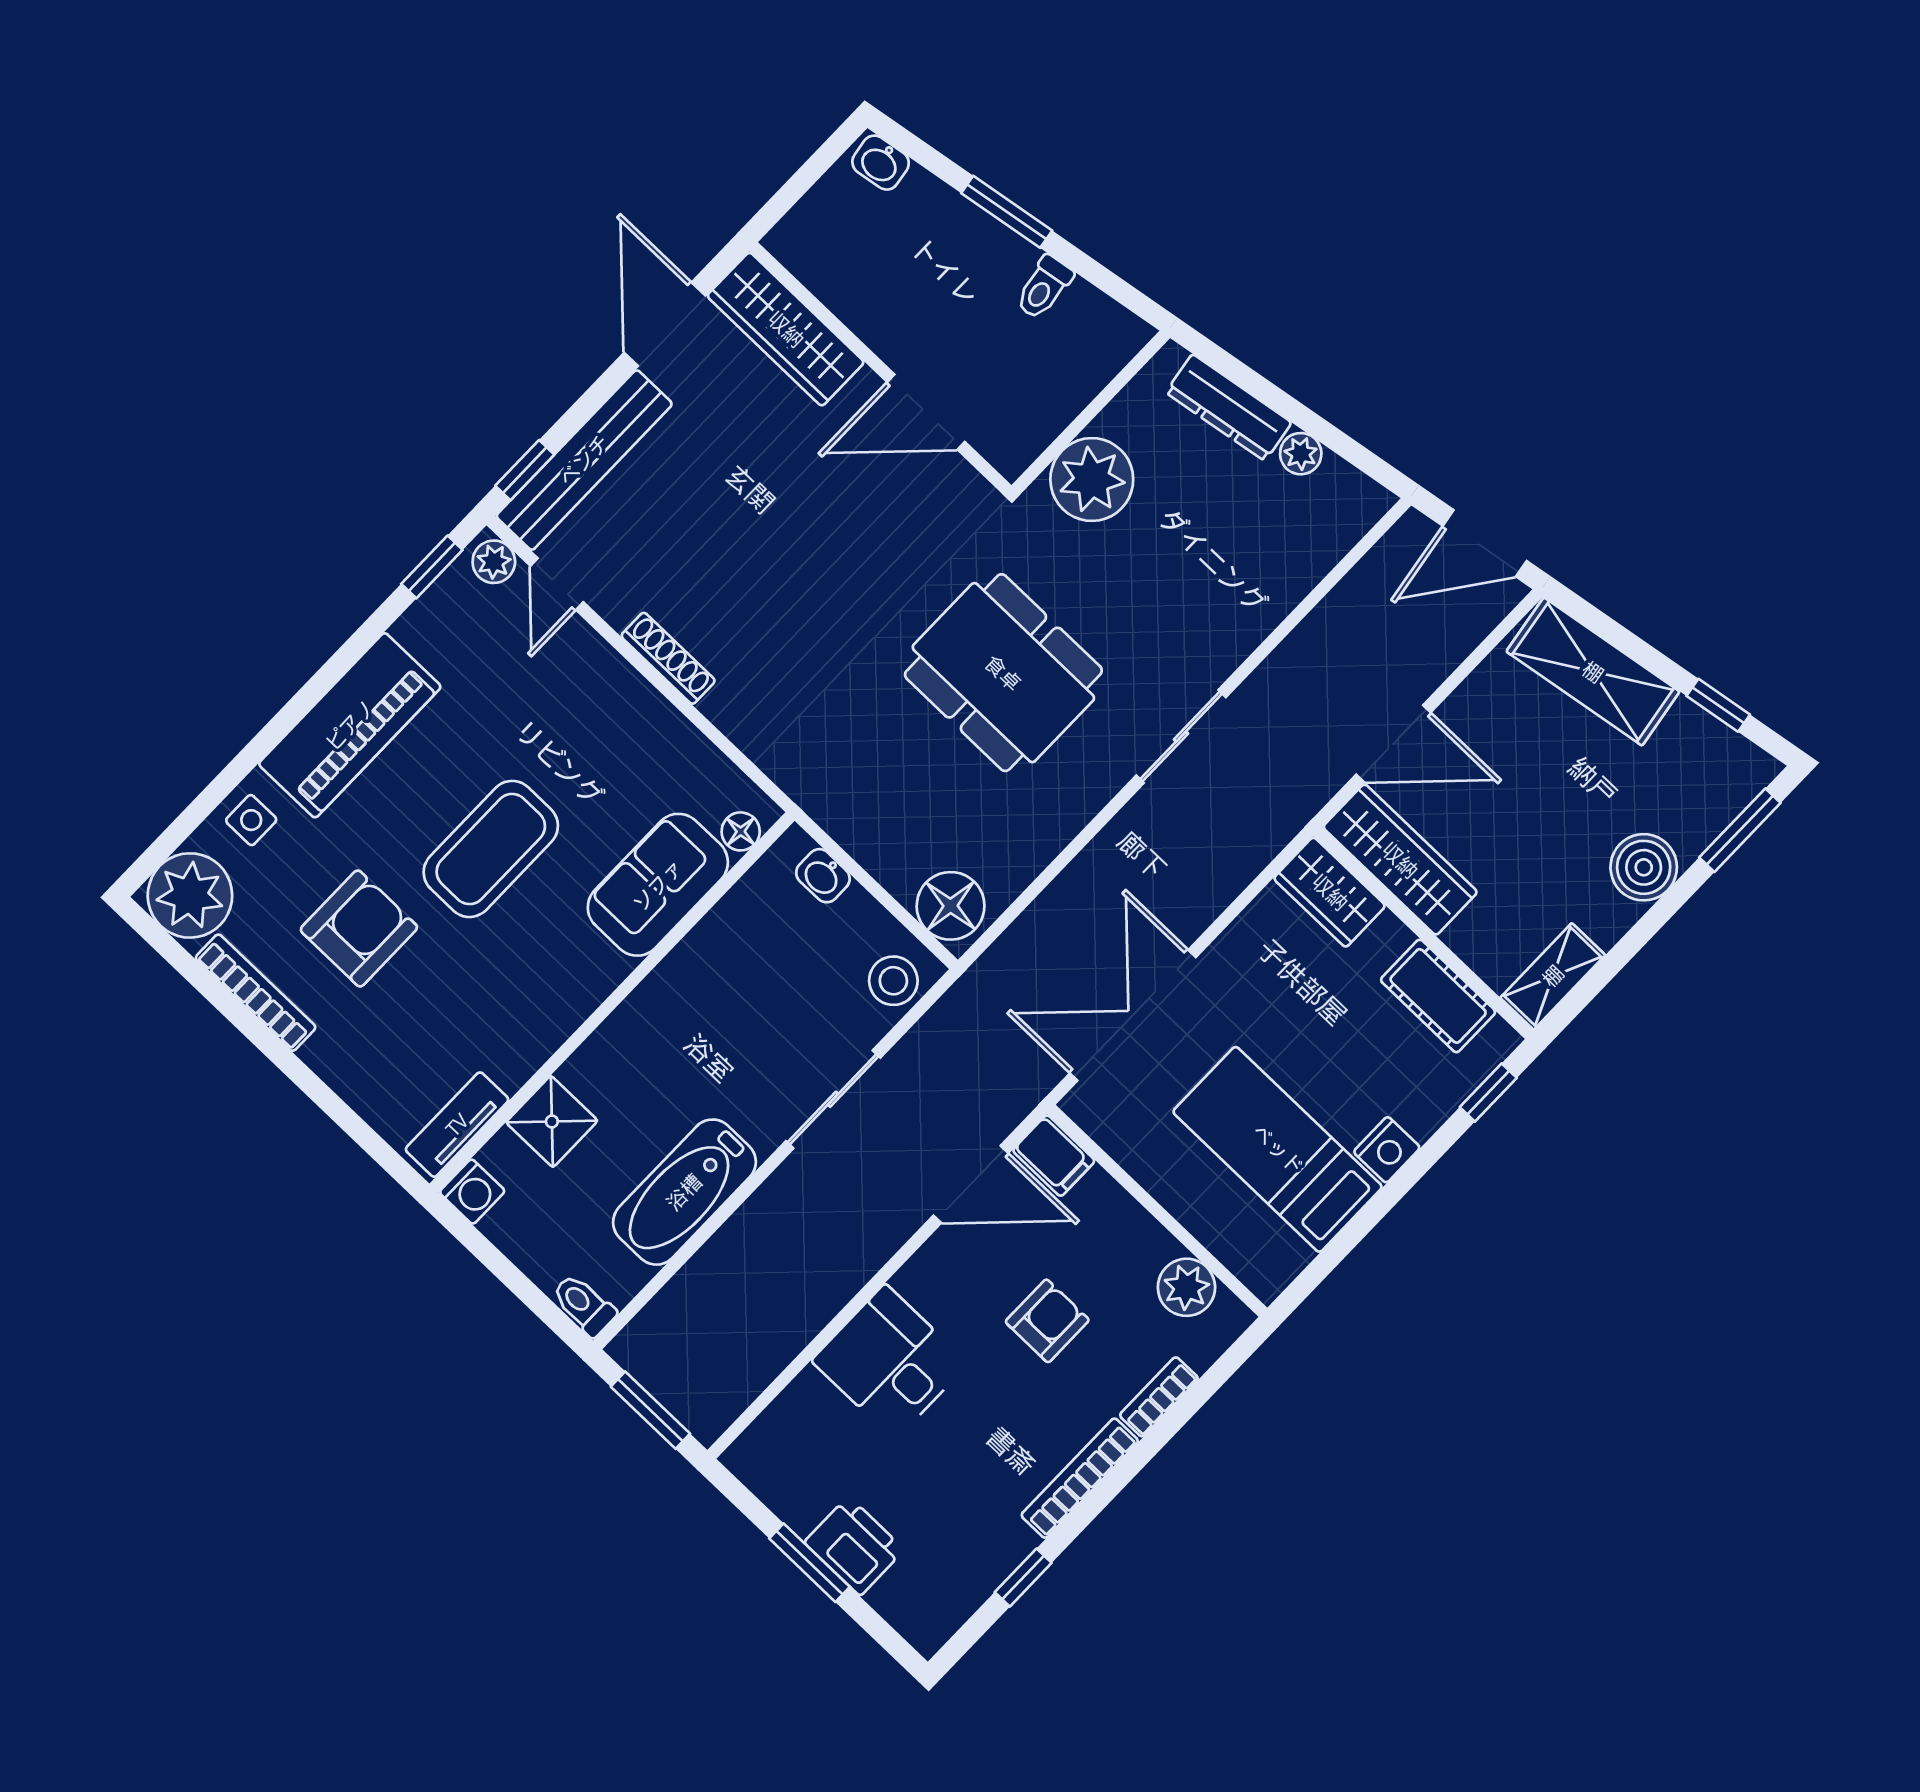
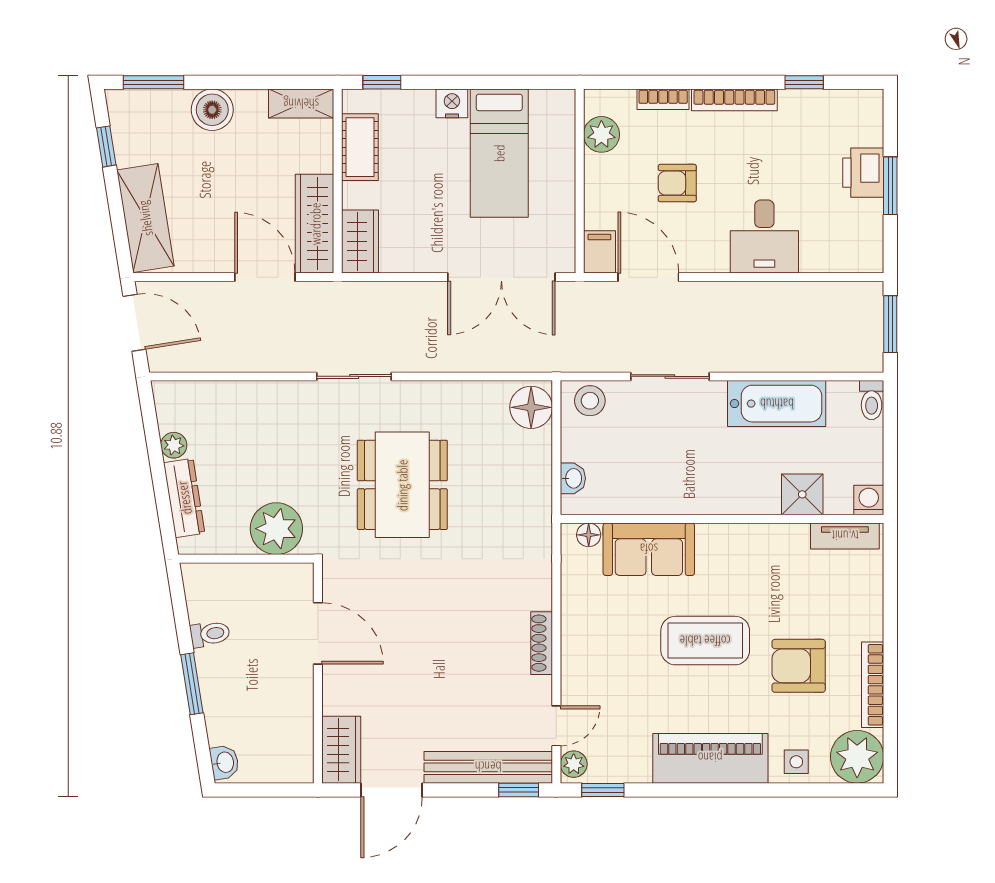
wardrobe: (786, 329) -> (341, 750), width x0.67

